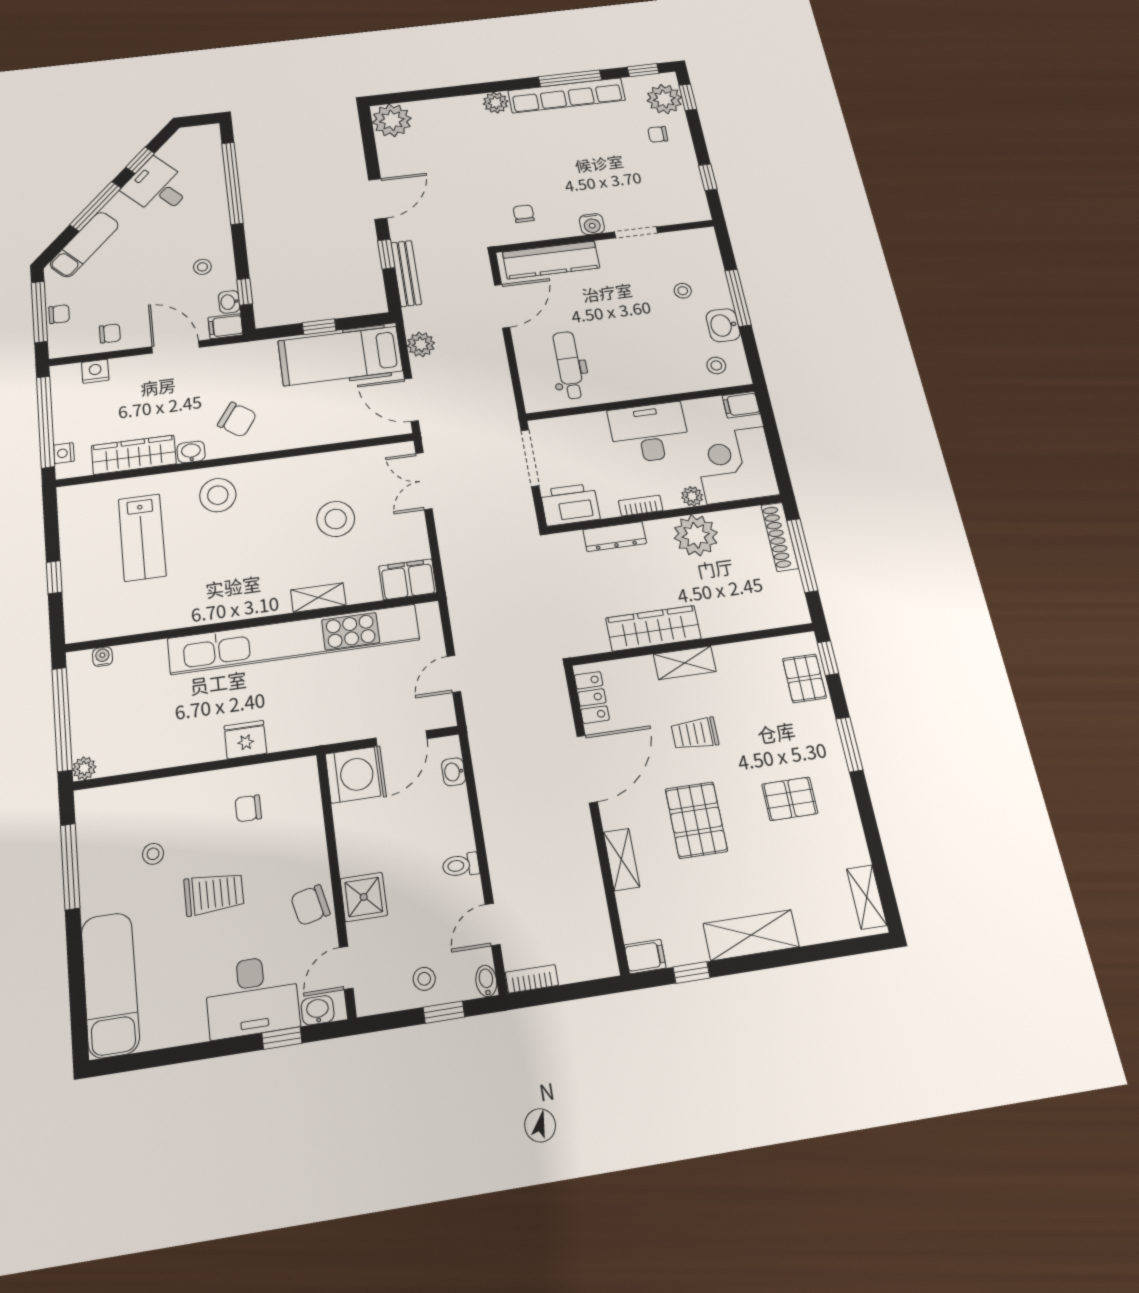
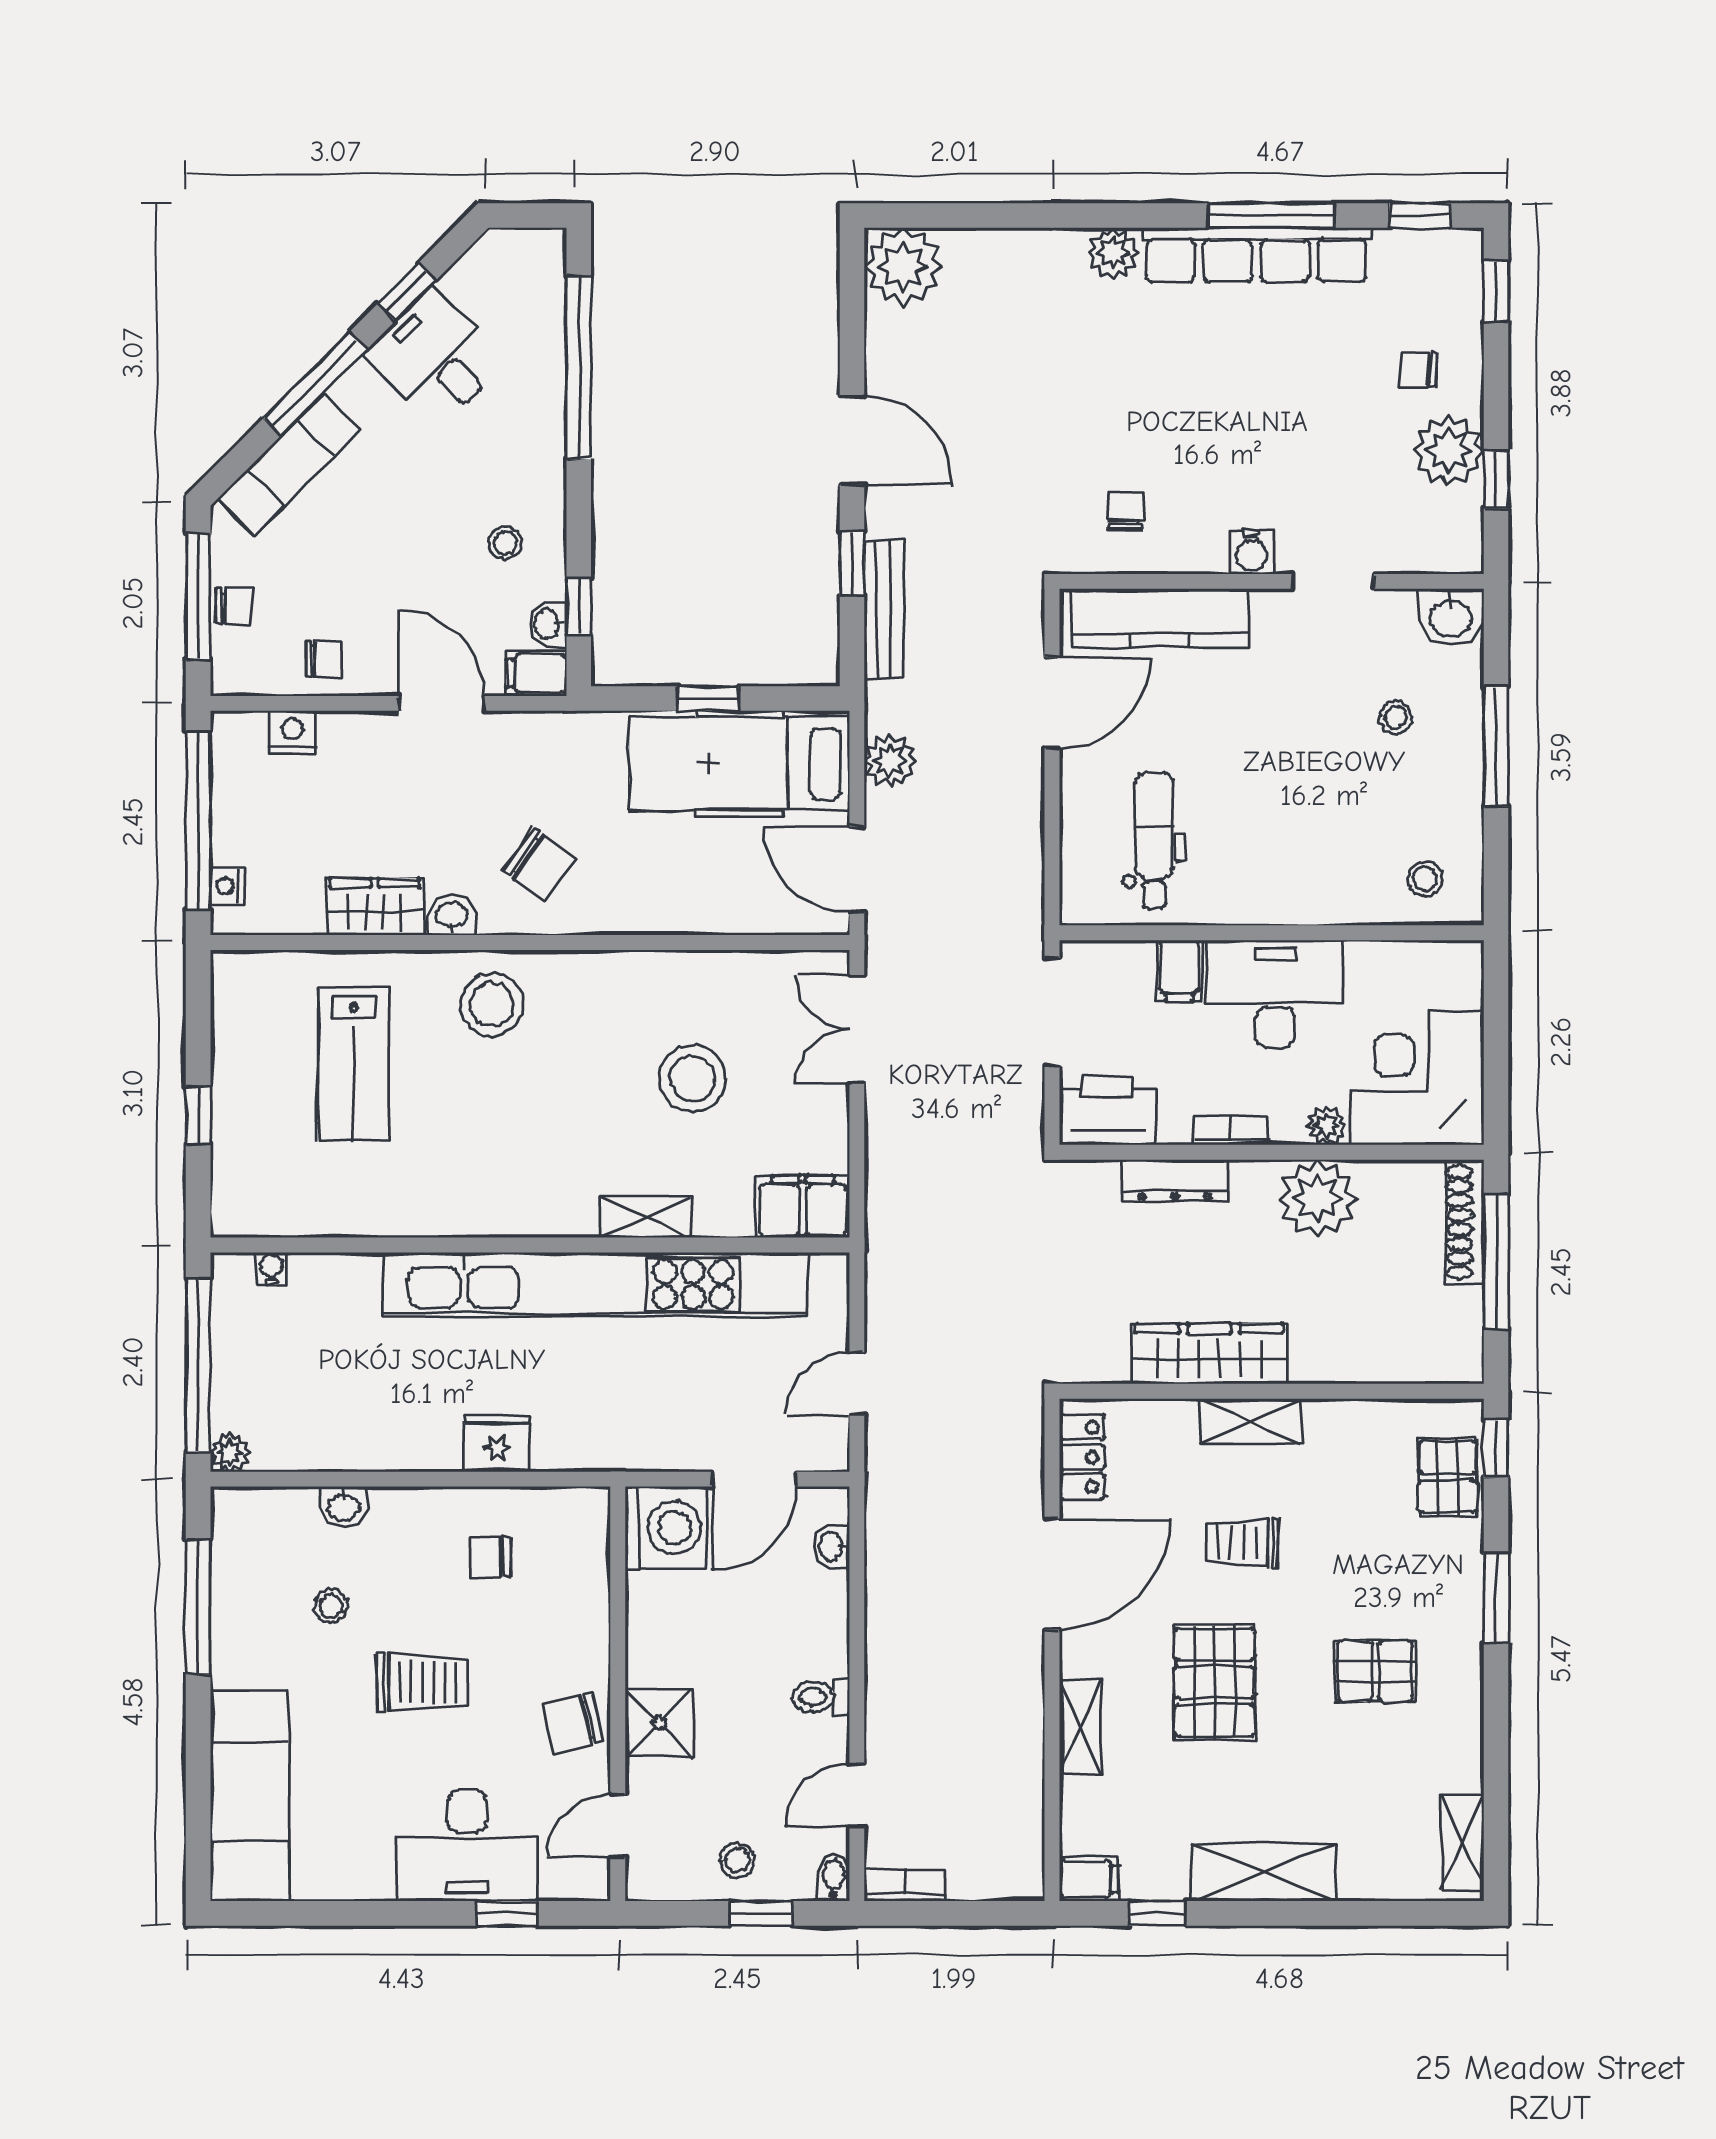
plant: (664, 99) -> (1448, 451), moved
door: (378, 199) -> (852, 441), hinge flipped
washbasin: (723, 325) -> (1450, 617), moved, turned -90
filing cabinet: (741, 405) -> (1179, 971), moved, turned -90
wardrobe: (134, 455) -> (375, 907), width x0.67
washbasin: (318, 1010) -> (344, 1506), moved, turned 180

